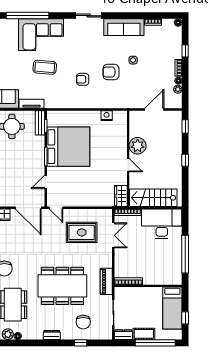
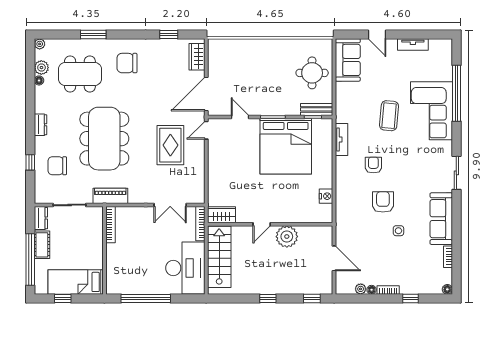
tv unit: (32, 104) -> (342, 139), moved
rug: (82, 232) -> (170, 145), moved

